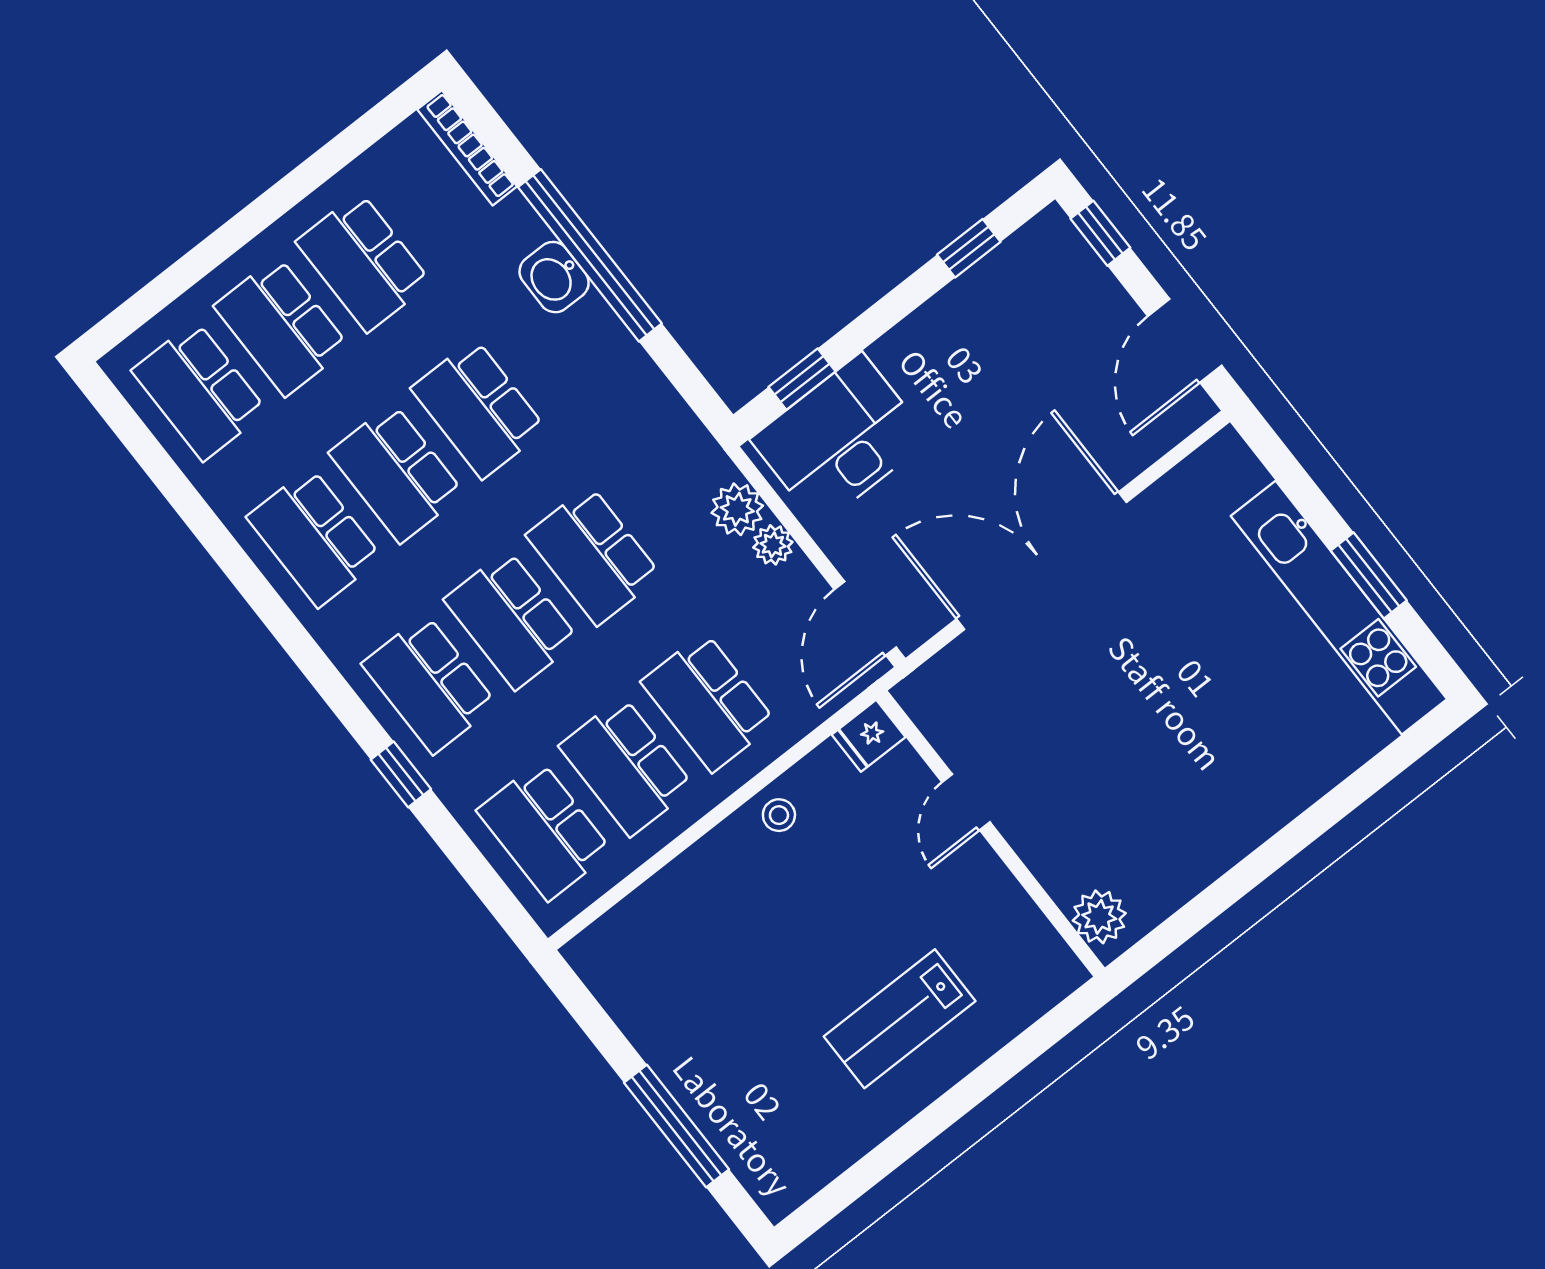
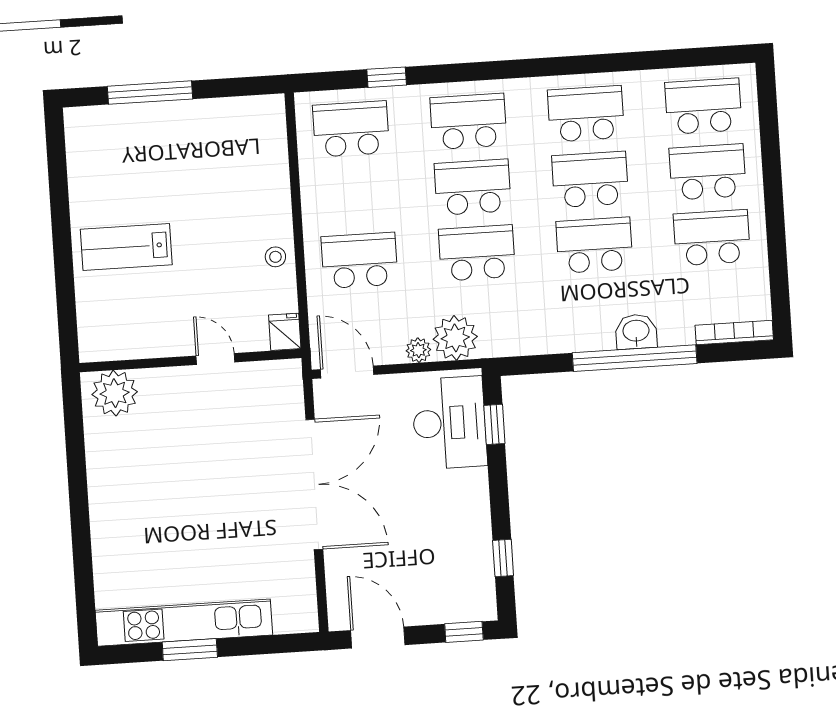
plant: (737, 509) -> (455, 338), width x1.36, depth x1.36
school desk: (626, 766) -> (355, 195), removed
window: (401, 774) -> (387, 77), moved
plant: (1099, 917) -> (115, 393), width x1.36, depth x1.36
lab bench: (900, 1019) -> (126, 247), turned -90

